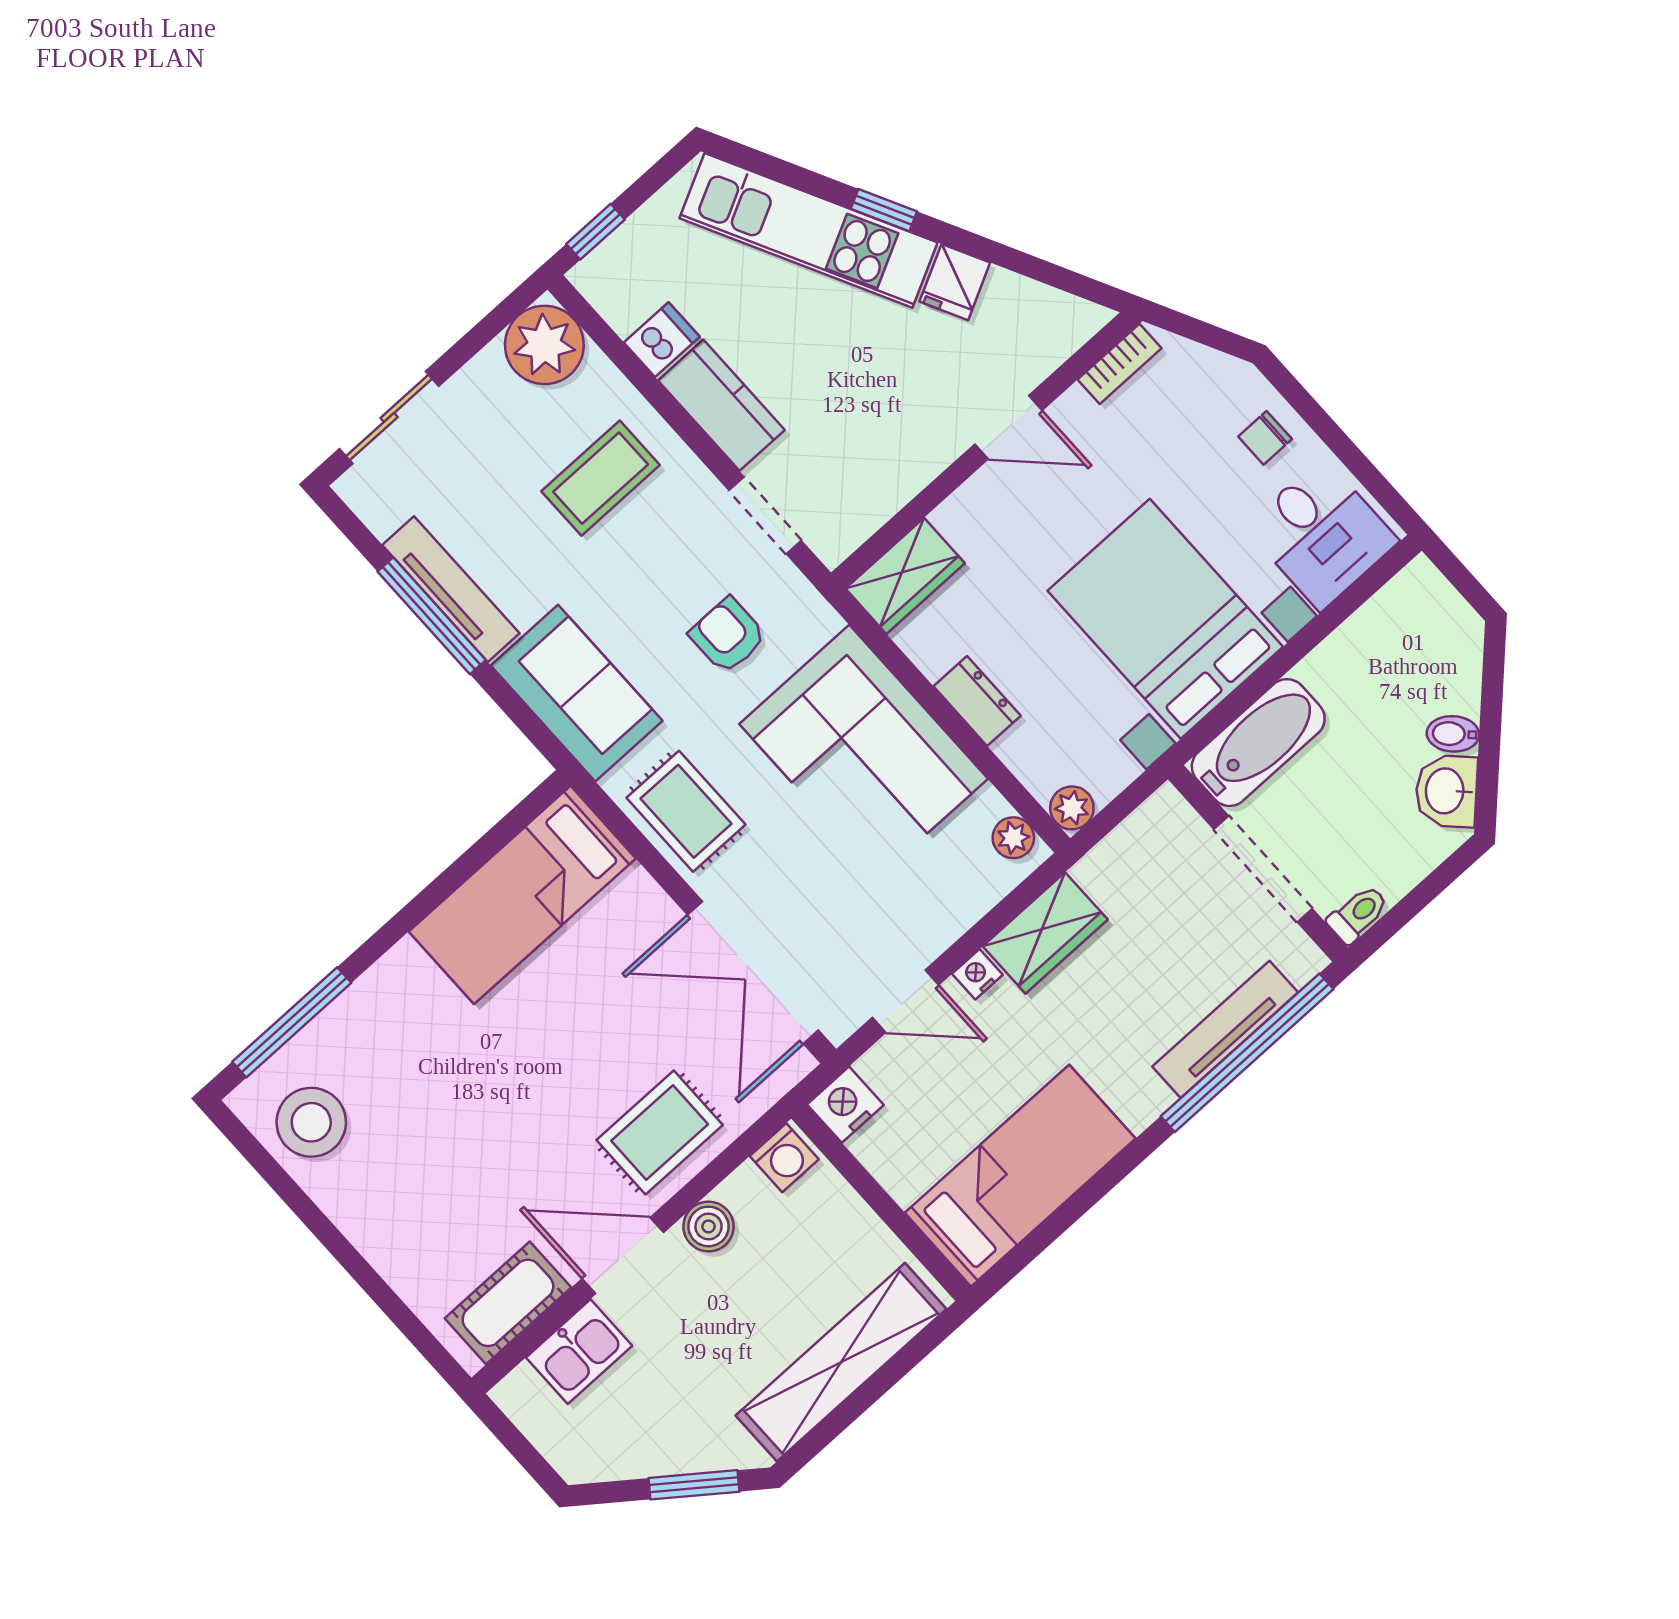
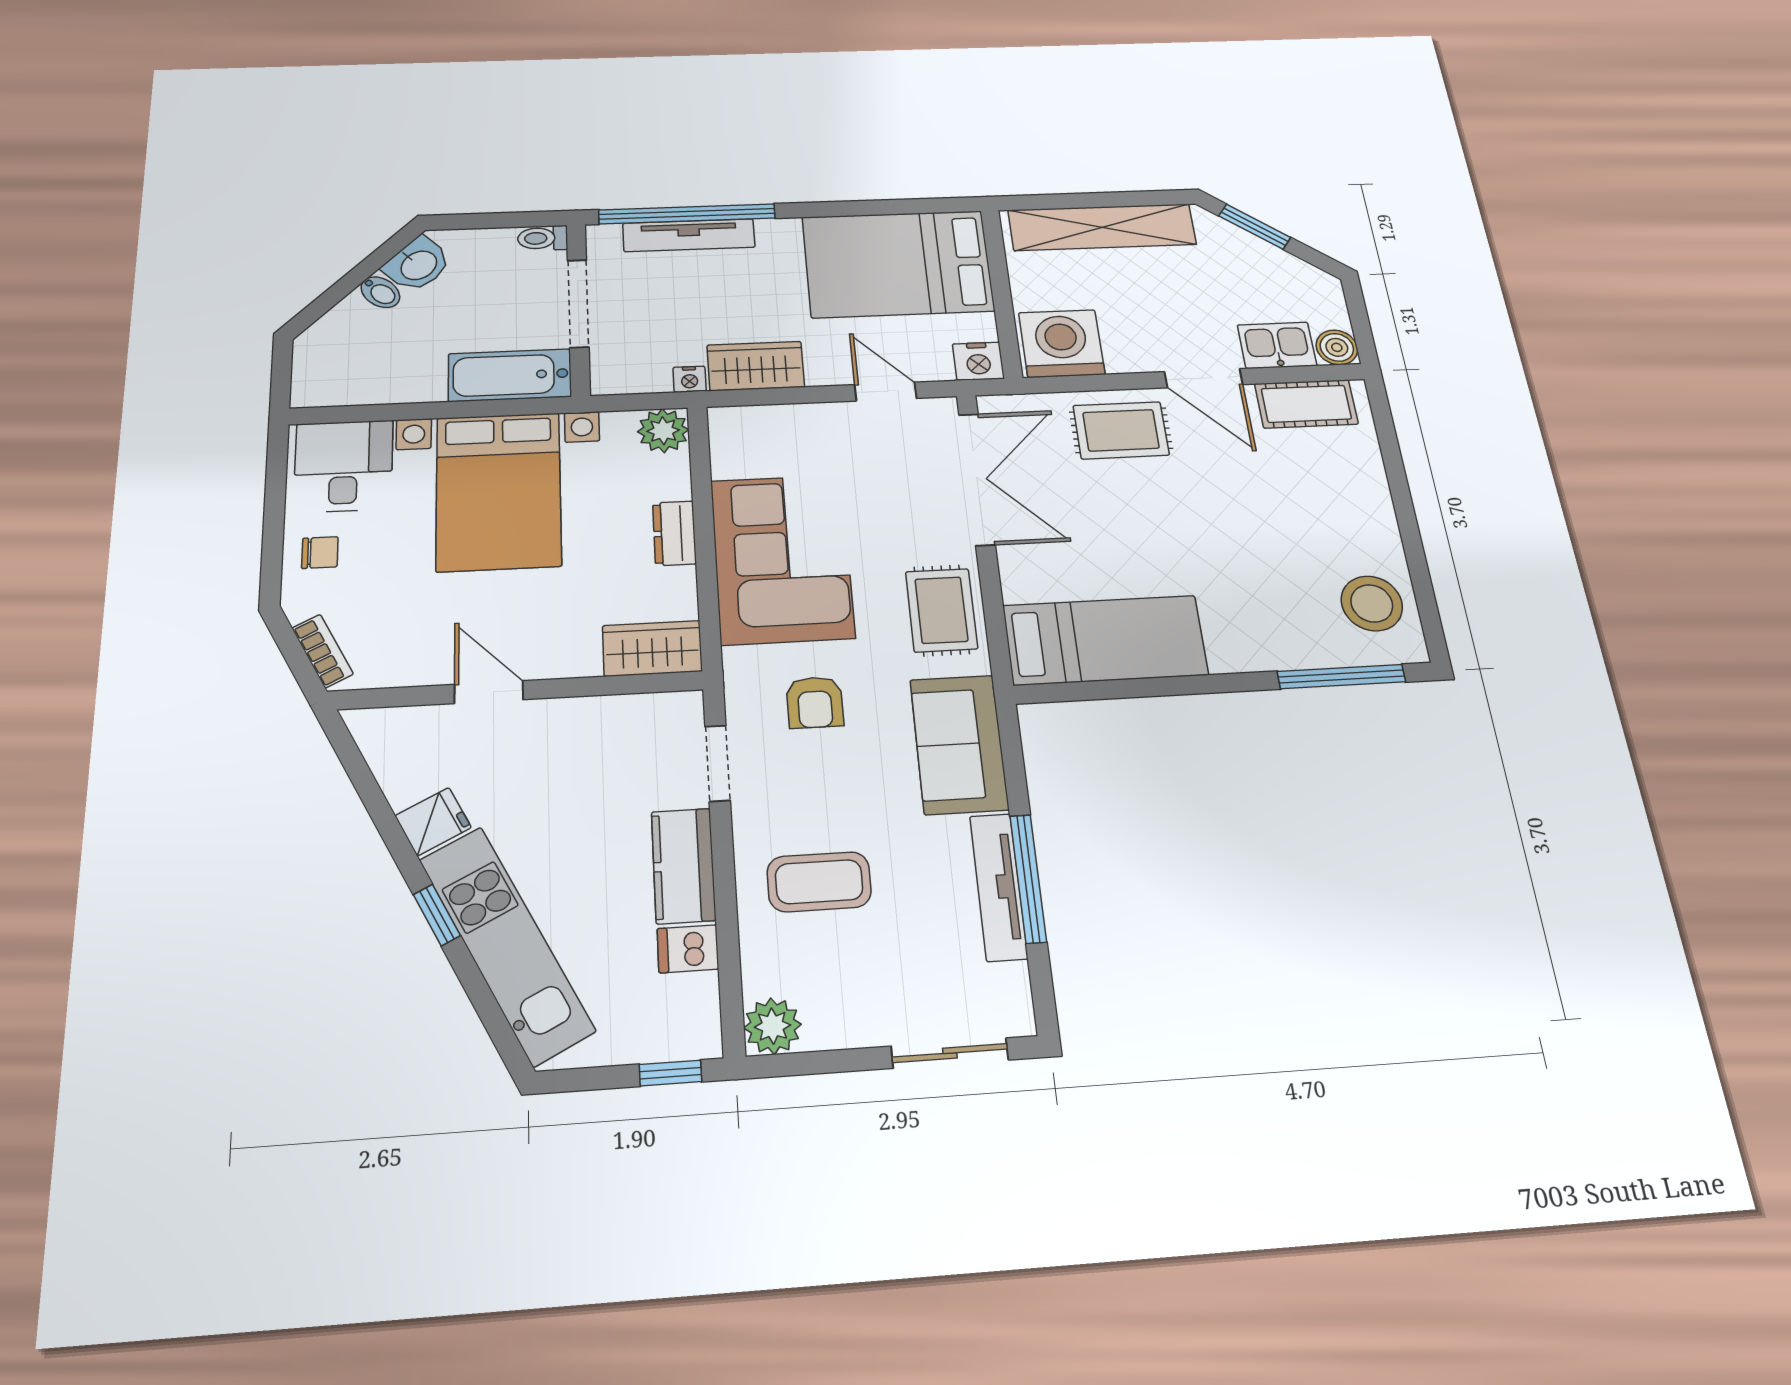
plant: (544, 345) -> (773, 1026), width x0.73, depth x0.73
bookcase: (1120, 364) -> (323, 651), moved, turned 63
plant: (1072, 808) -> (663, 431), width x1.38, depth x1.38
plant: (1013, 838) -> (726, 435), removed
nightstand: (977, 974) -> (690, 379), moved
washing machine: (784, 1158) -> (1062, 343), width x1.89, depth x1.89
bed: (1020, 1176) -> (898, 264), width x1.50
boiler: (708, 1226) -> (1337, 347), moved

